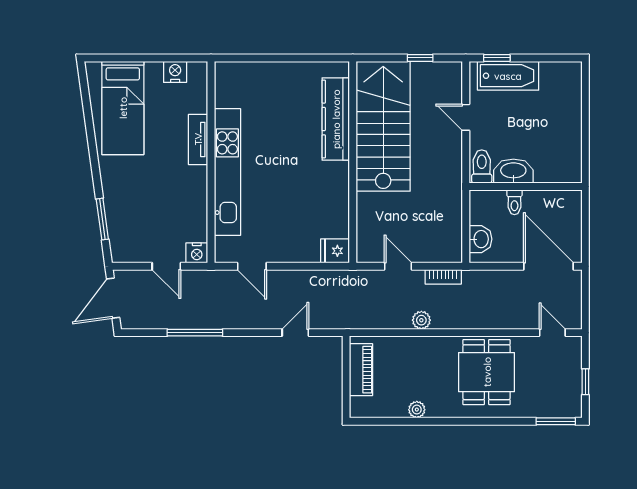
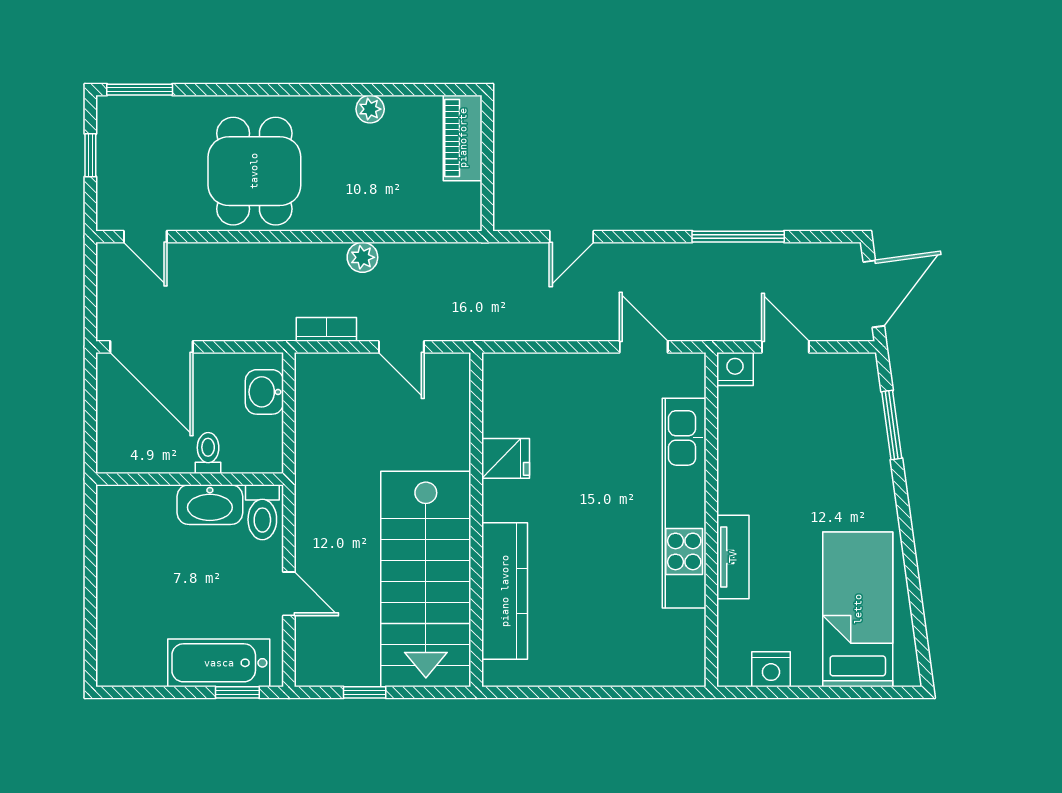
fridge: (335, 251) -> (506, 458), moved
piano: (361, 370) -> (463, 138), moved

